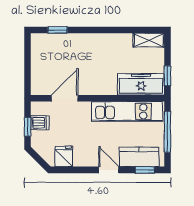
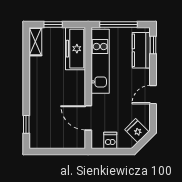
window: (167, 76) -> (53, 25), moved
window: (28, 127) -> (114, 152), removed
fridge: (64, 156) -> (137, 131), moved, turned 45
door: (109, 170) -> (153, 95), moved

